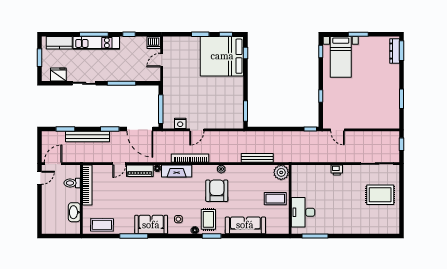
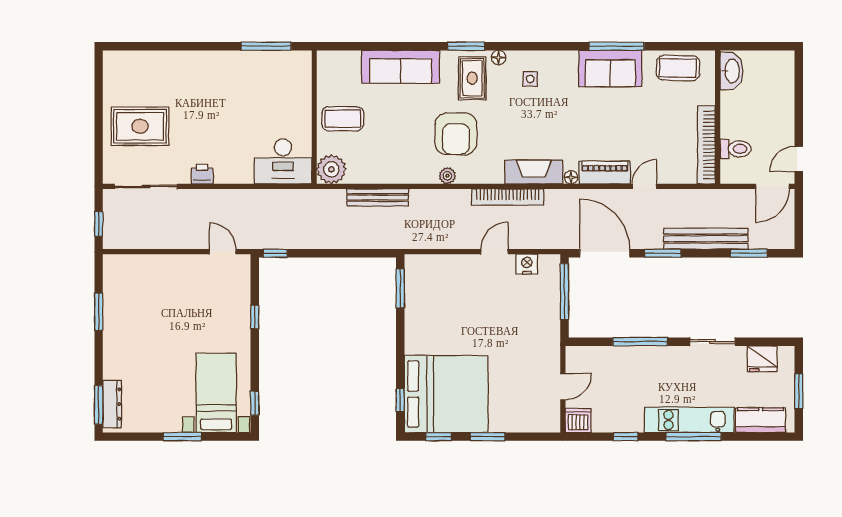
printer: (337, 170) -> (202, 174), moved
washbasin: (74, 212) -> (732, 71), moved
desk: (303, 212) -> (283, 161), moved, turned 90
sofa: (151, 225) -> (610, 68), moved

